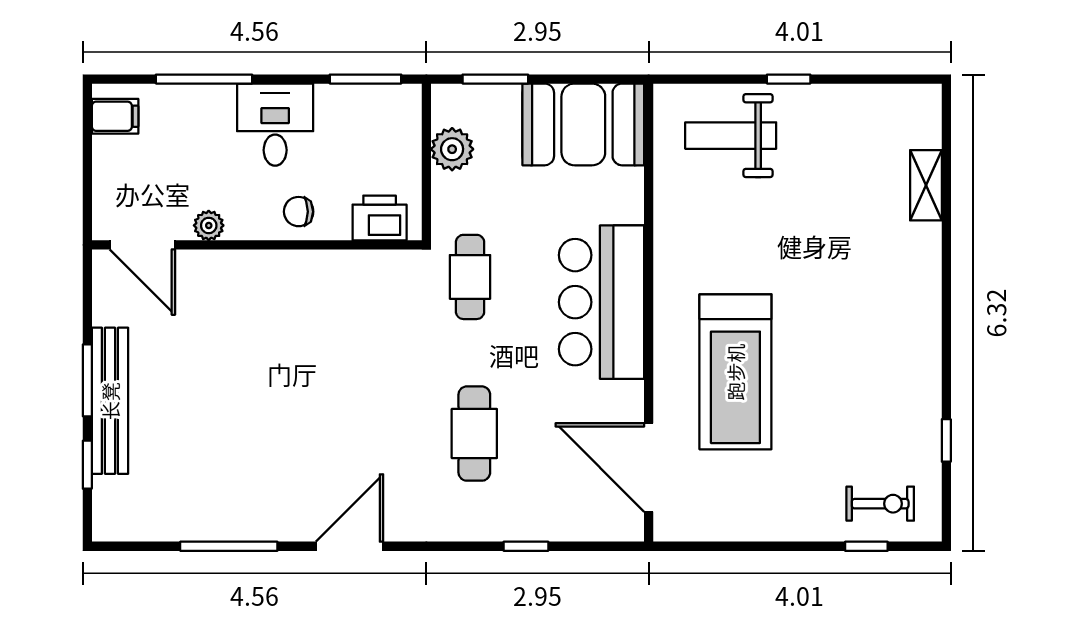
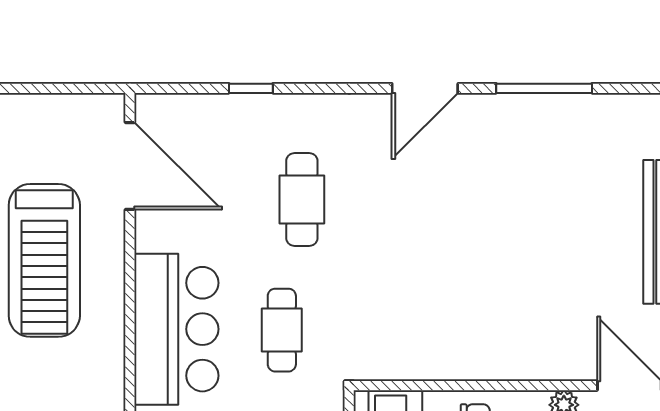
cafe table: (470, 277) -> (282, 330), moved
treadmill: (735, 372) -> (44, 260), turned 180

